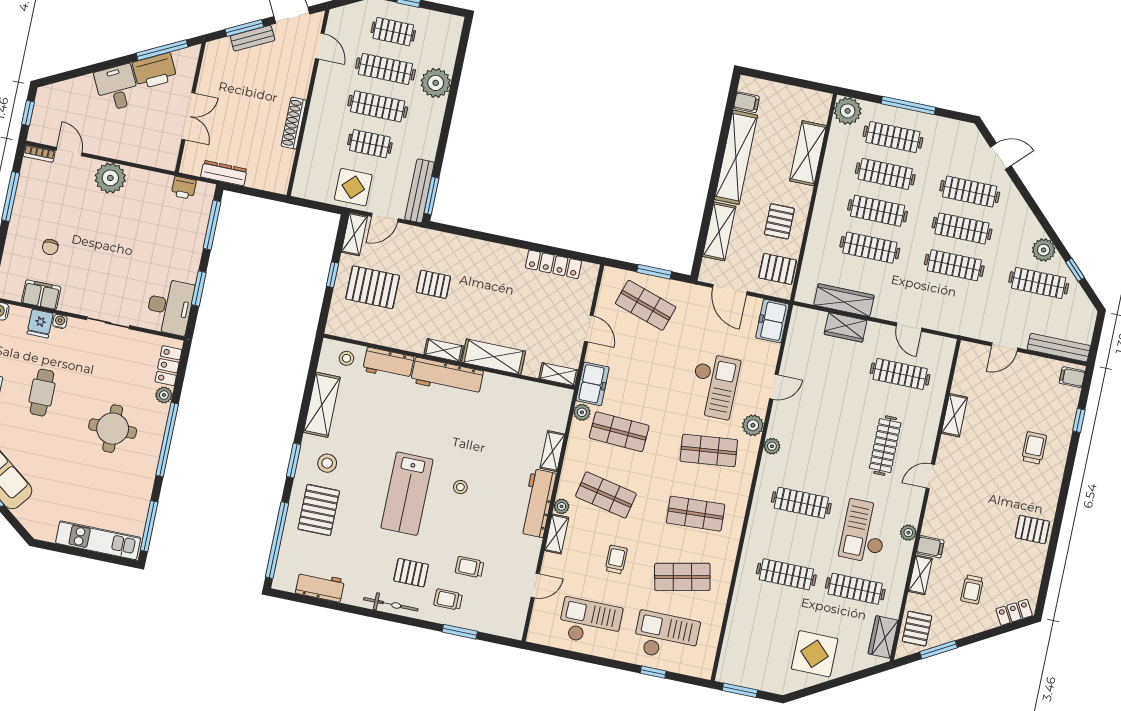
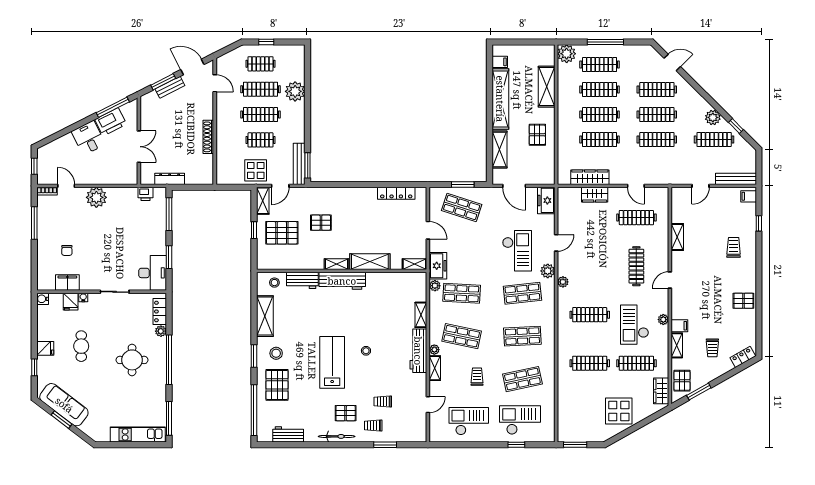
pallet: (778, 269) -> (543, 166), removed
lab bench: (407, 494) -> (332, 362), turned 180

